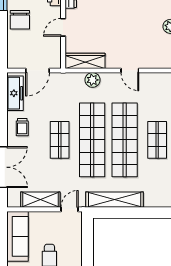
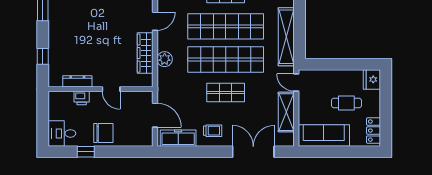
wardrobe: (85, 61) -> (145, 53), moved

